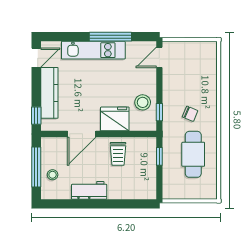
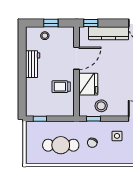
side table: (181, 82) -> (117, 136), added
door: (82, 134) -> (77, 58), swing flipped
window: (159, 156) -> (40, 119), moved
window: (36, 167) -> (51, 23), width x0.46

